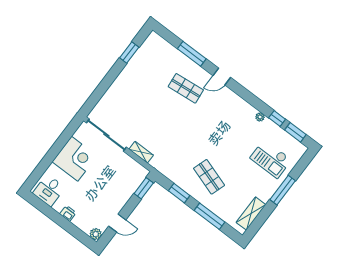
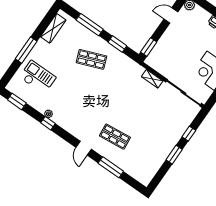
window: (129, 52) -> (174, 155), moved
door: (222, 77) -> (84, 148), swing flipped
window: (102, 88) -> (189, 134), added
window: (277, 118) -> (48, 123), moved
shop shelf: (209, 177) -> (91, 59), turned -39

